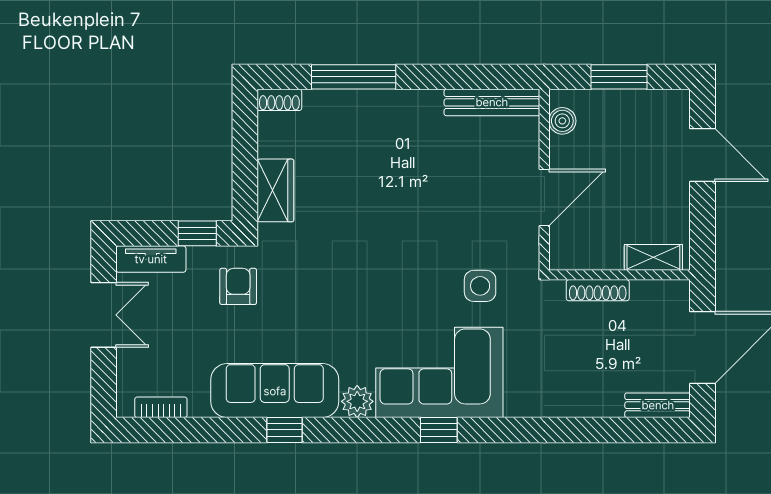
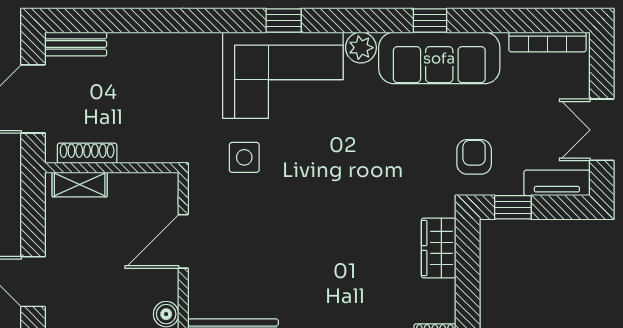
armchair: (238, 286) -> (474, 157), turned 180
shoe rack: (598, 290) -> (87, 153), moved
bookcase: (161, 407) -> (547, 42), width x1.56

